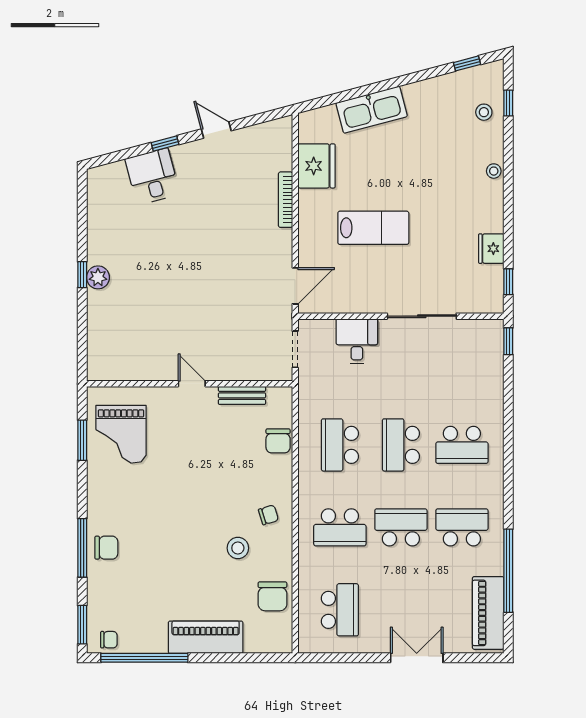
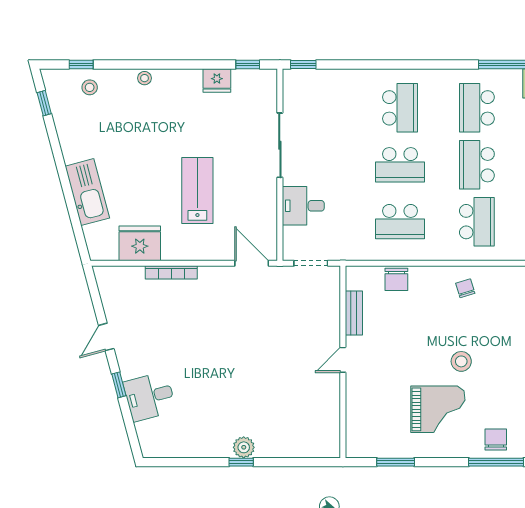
grand piano: (121, 434) -> (438, 409), moved
chair: (278, 441) -> (396, 279), turned 90
stool: (238, 548) -> (461, 361), moved

